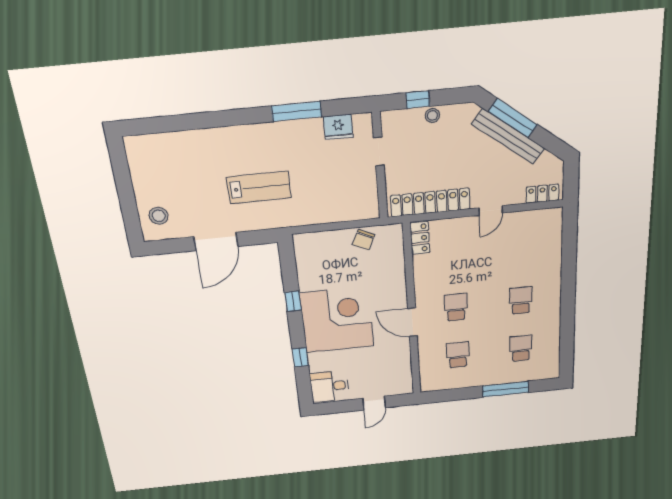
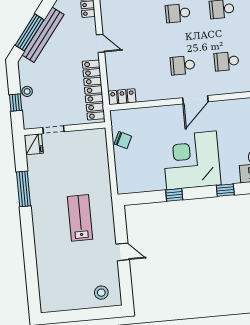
fridge: (338, 127) -> (34, 144), moved
door: (216, 242) -> (123, 252), width x0.53

